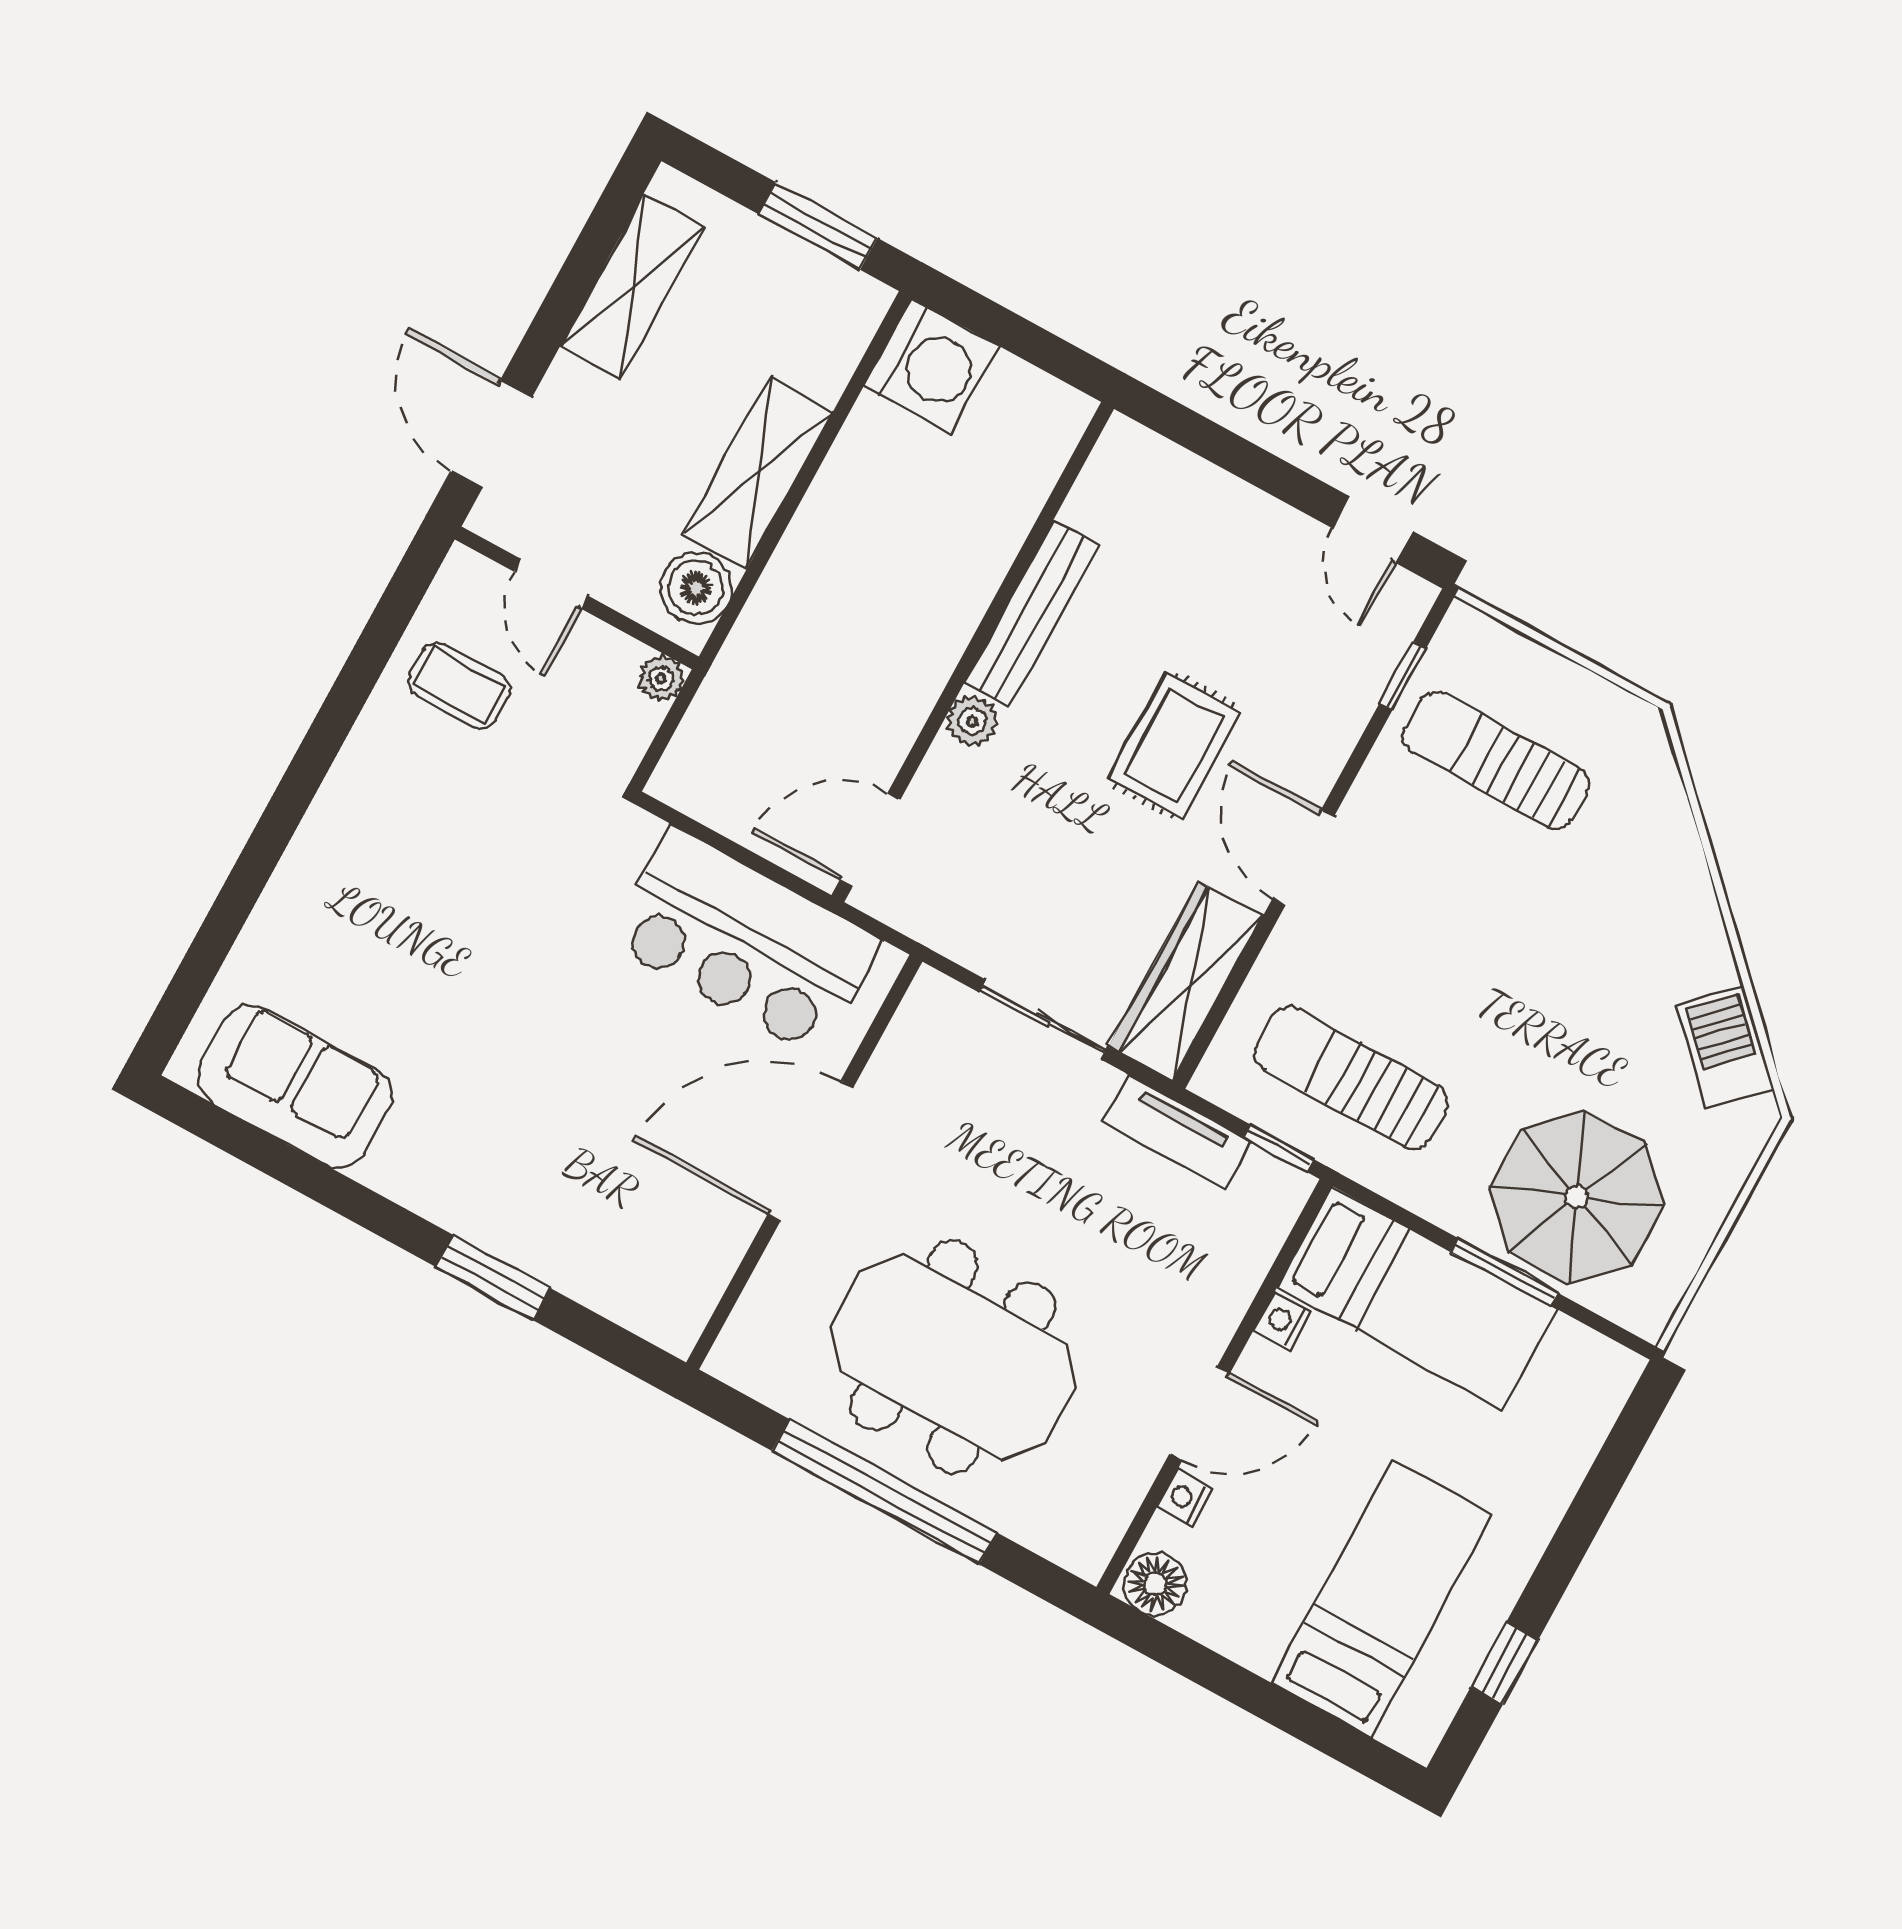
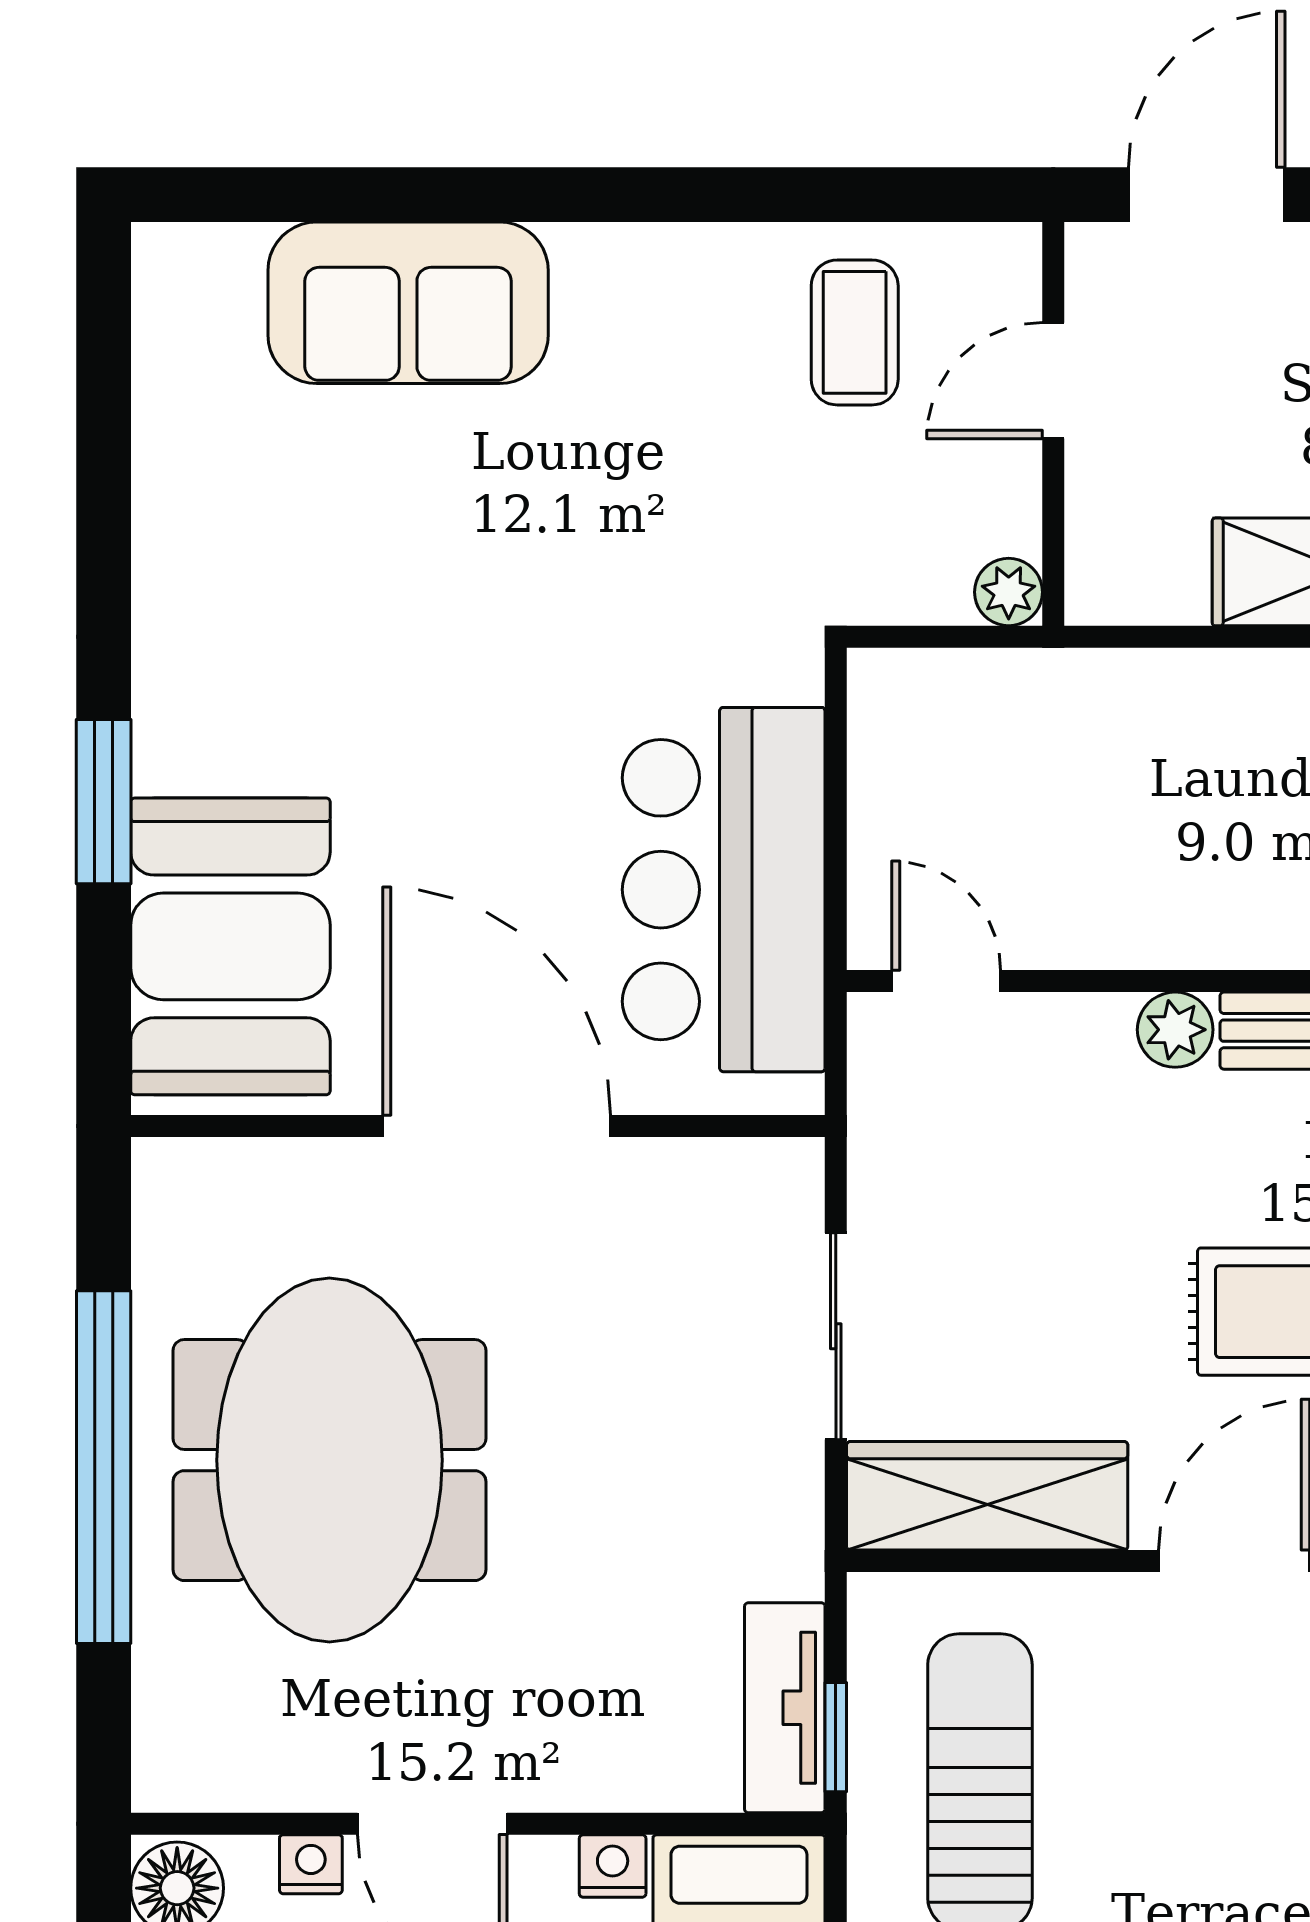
boiler: (696, 588) -> (1152, 573), removed
door: (870, 840) -> (946, 981), width x0.73
sofa: (295, 1087) -> (408, 303), moved, turned 90
tv unit: (1177, 1132) -> (785, 1708), moved
booth: (619, 1250) -> (230, 946), added

